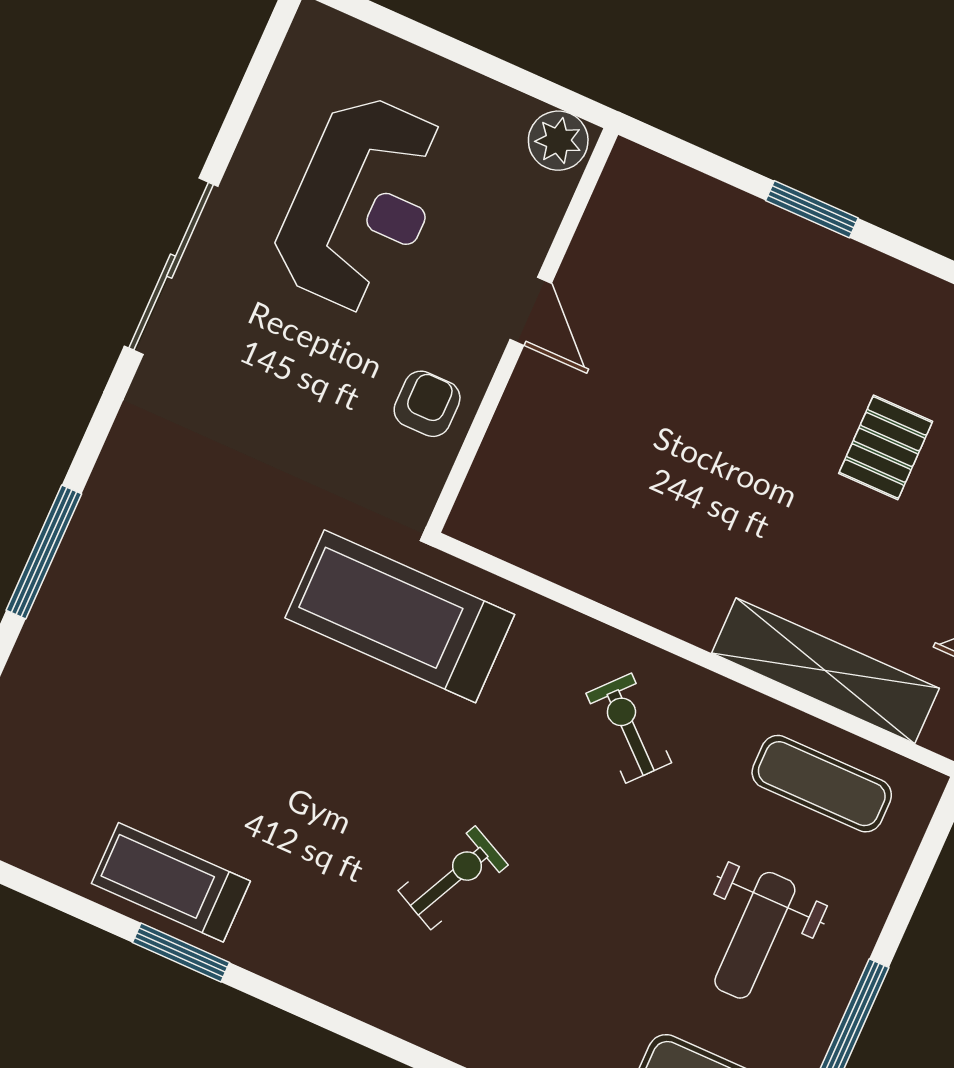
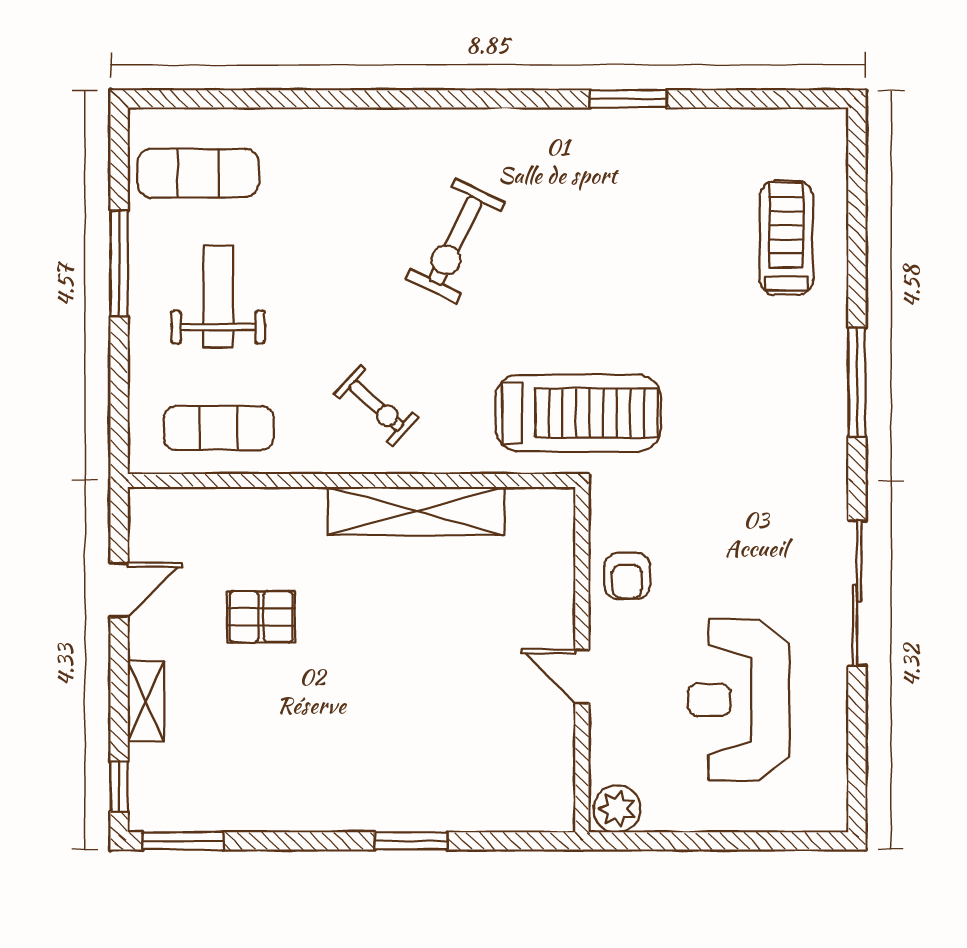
pallet: (886, 447) -> (261, 617), moved, turned 90
window: (44, 552) -> (857, 382), moved
shelving: (825, 671) -> (416, 511), moved
exercise bike: (453, 878) -> (455, 241), width x1.38, depth x1.39
treadmill: (171, 882) -> (786, 238), moved, turned -90

